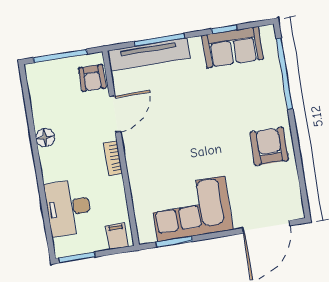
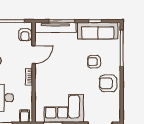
sofa: (233, 47) -> (98, 31), width x1.36
armchair: (235, 109) -> (94, 62), added
armchair: (269, 146) -> (108, 83), turned -90

